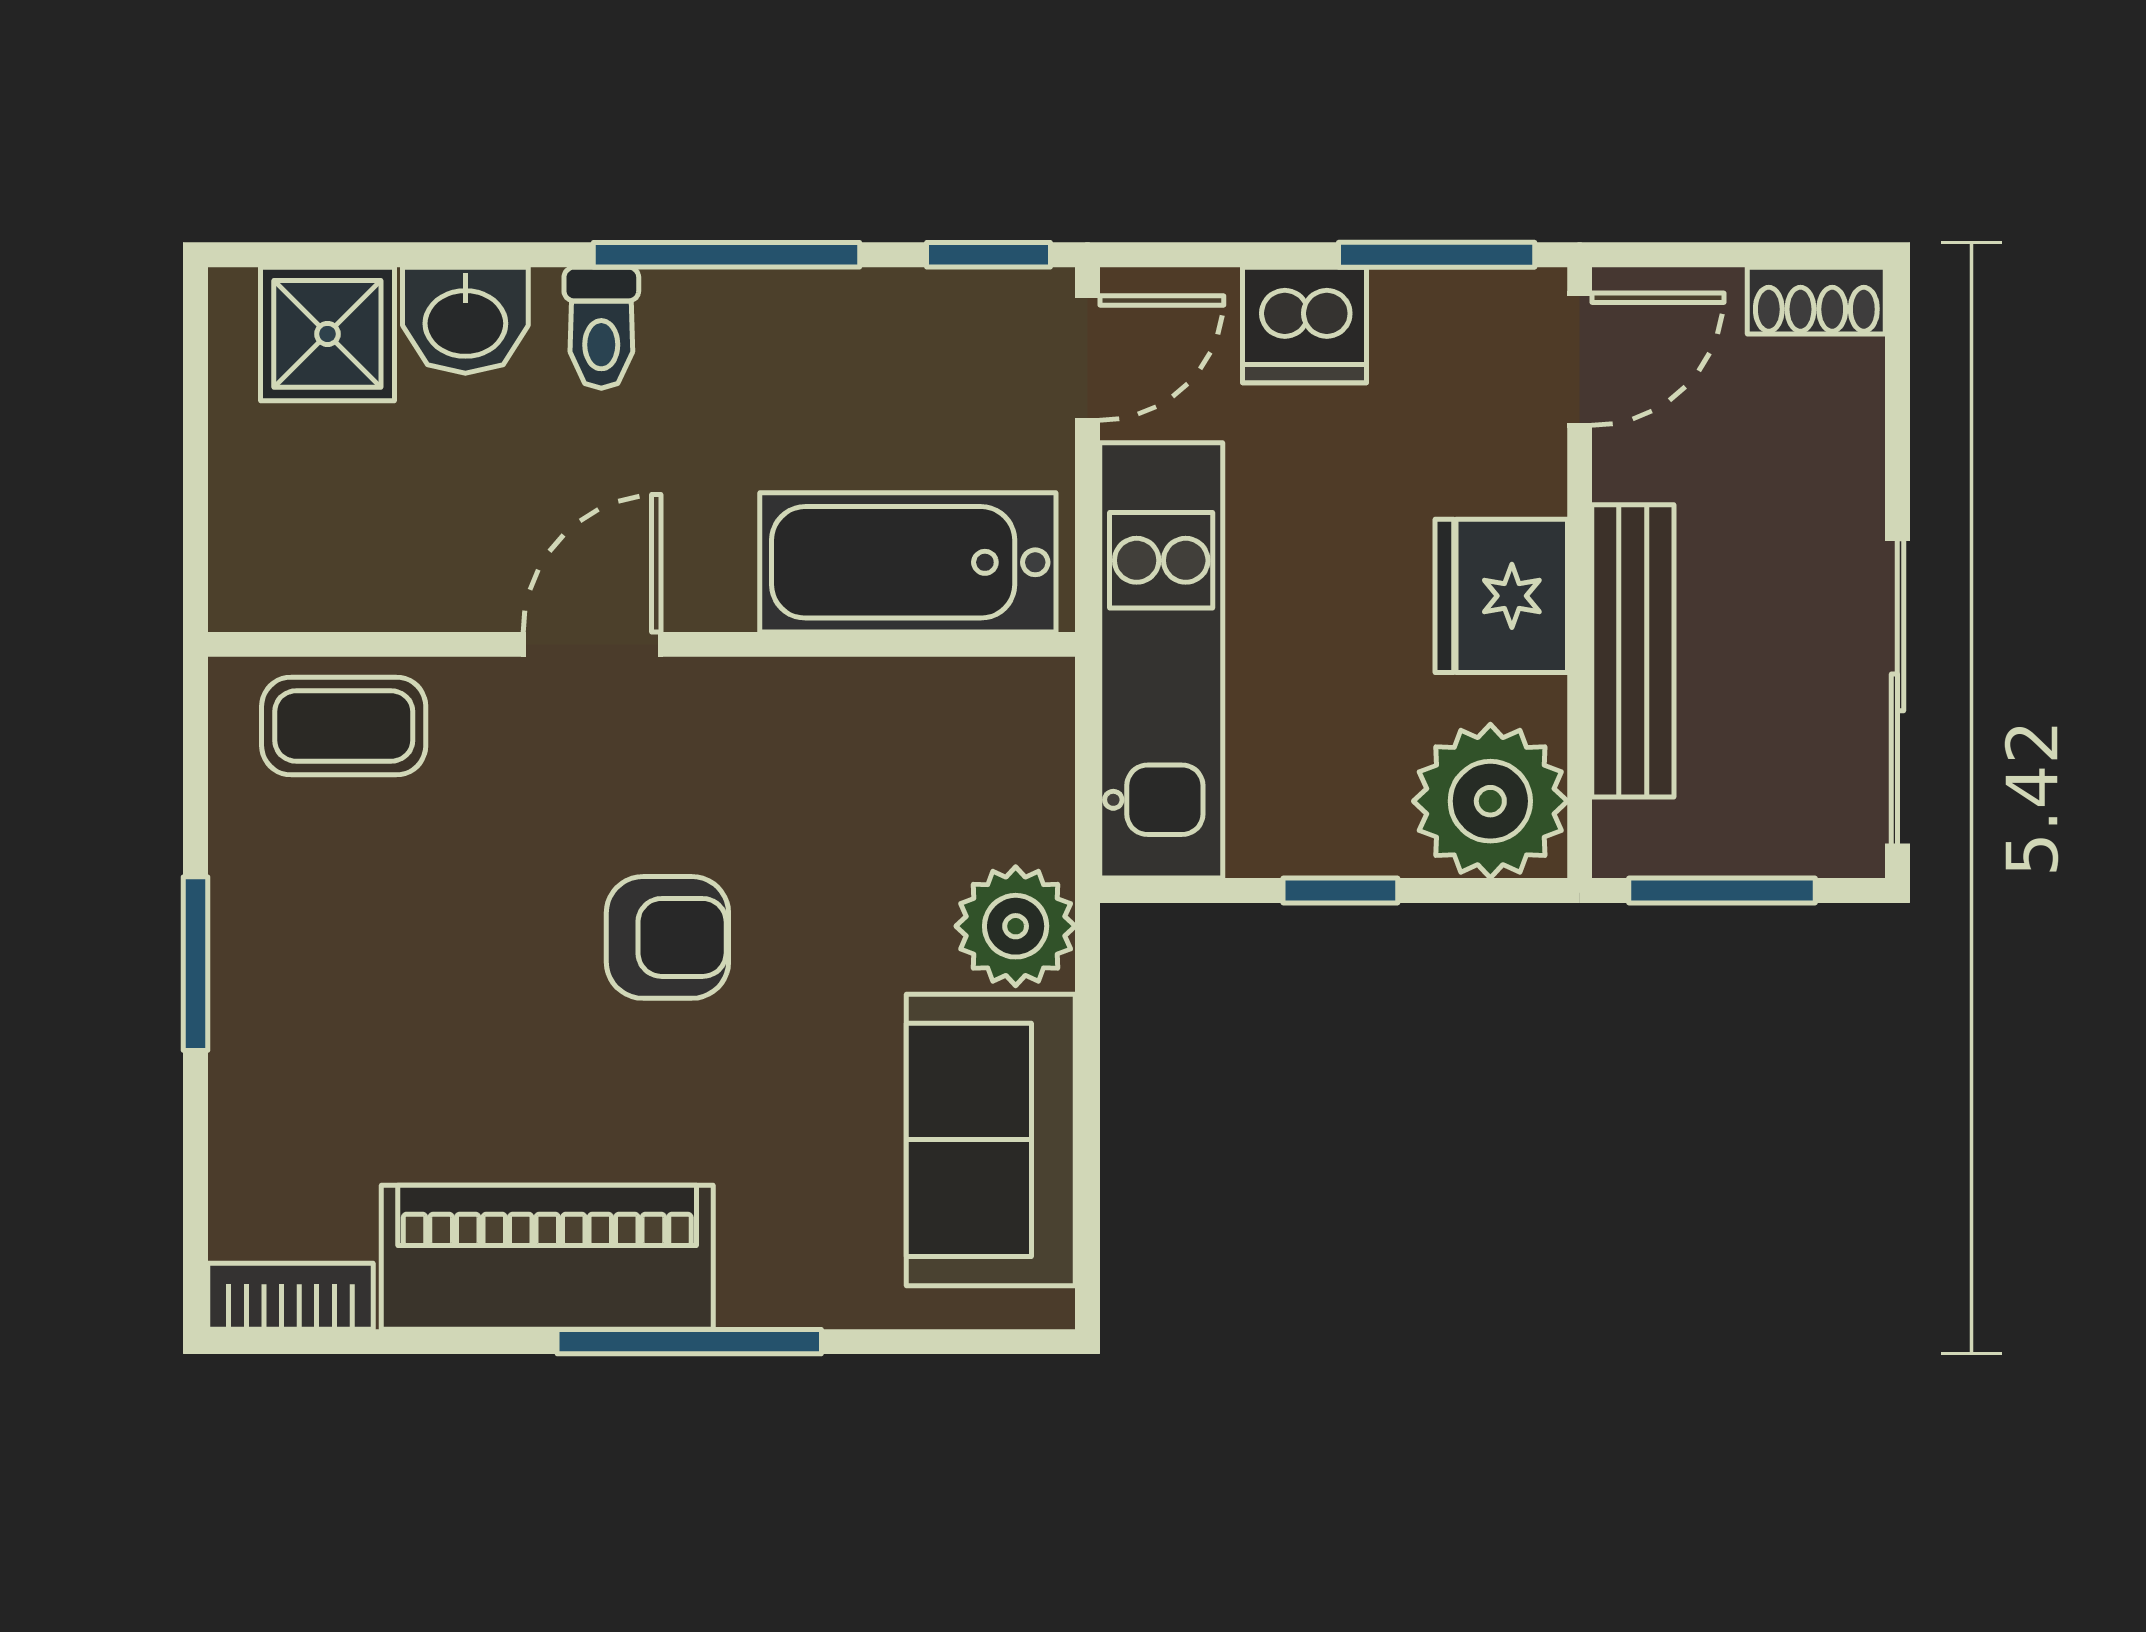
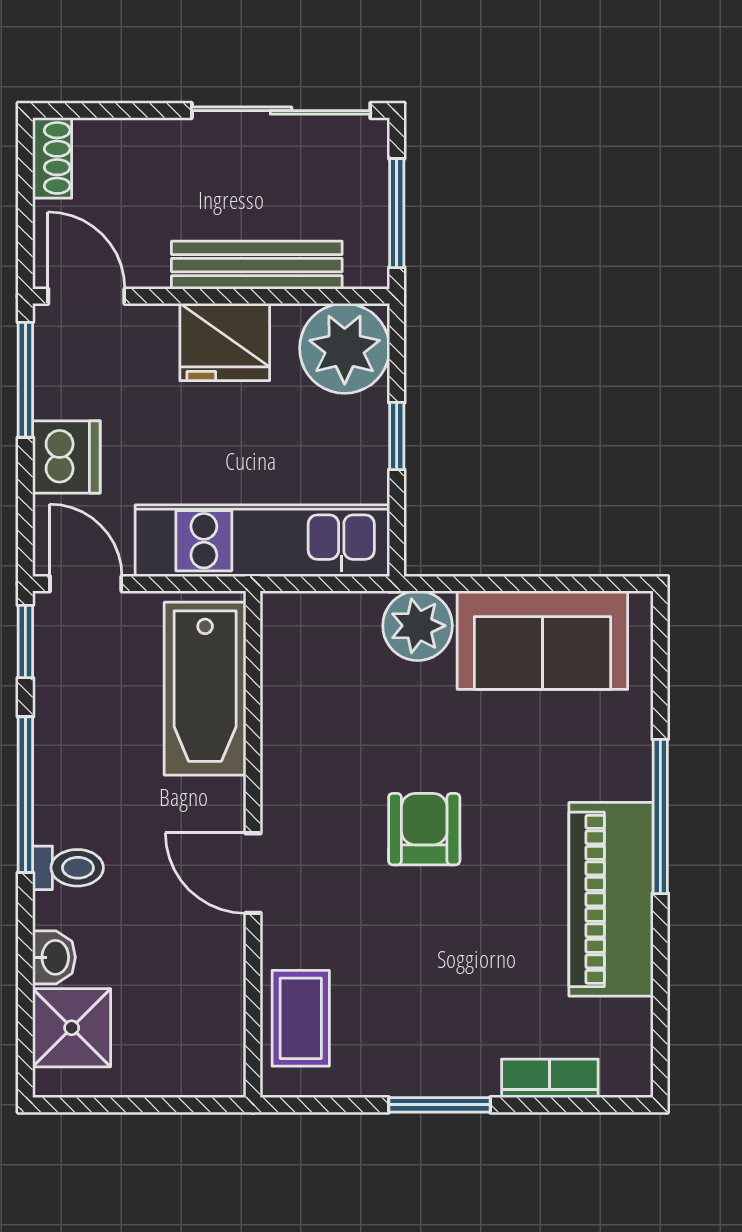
washbasin: (465, 320) -> (54, 957), width x0.72, depth x0.69
bookcase: (291, 1296) -> (550, 1078), moved, turned 90

